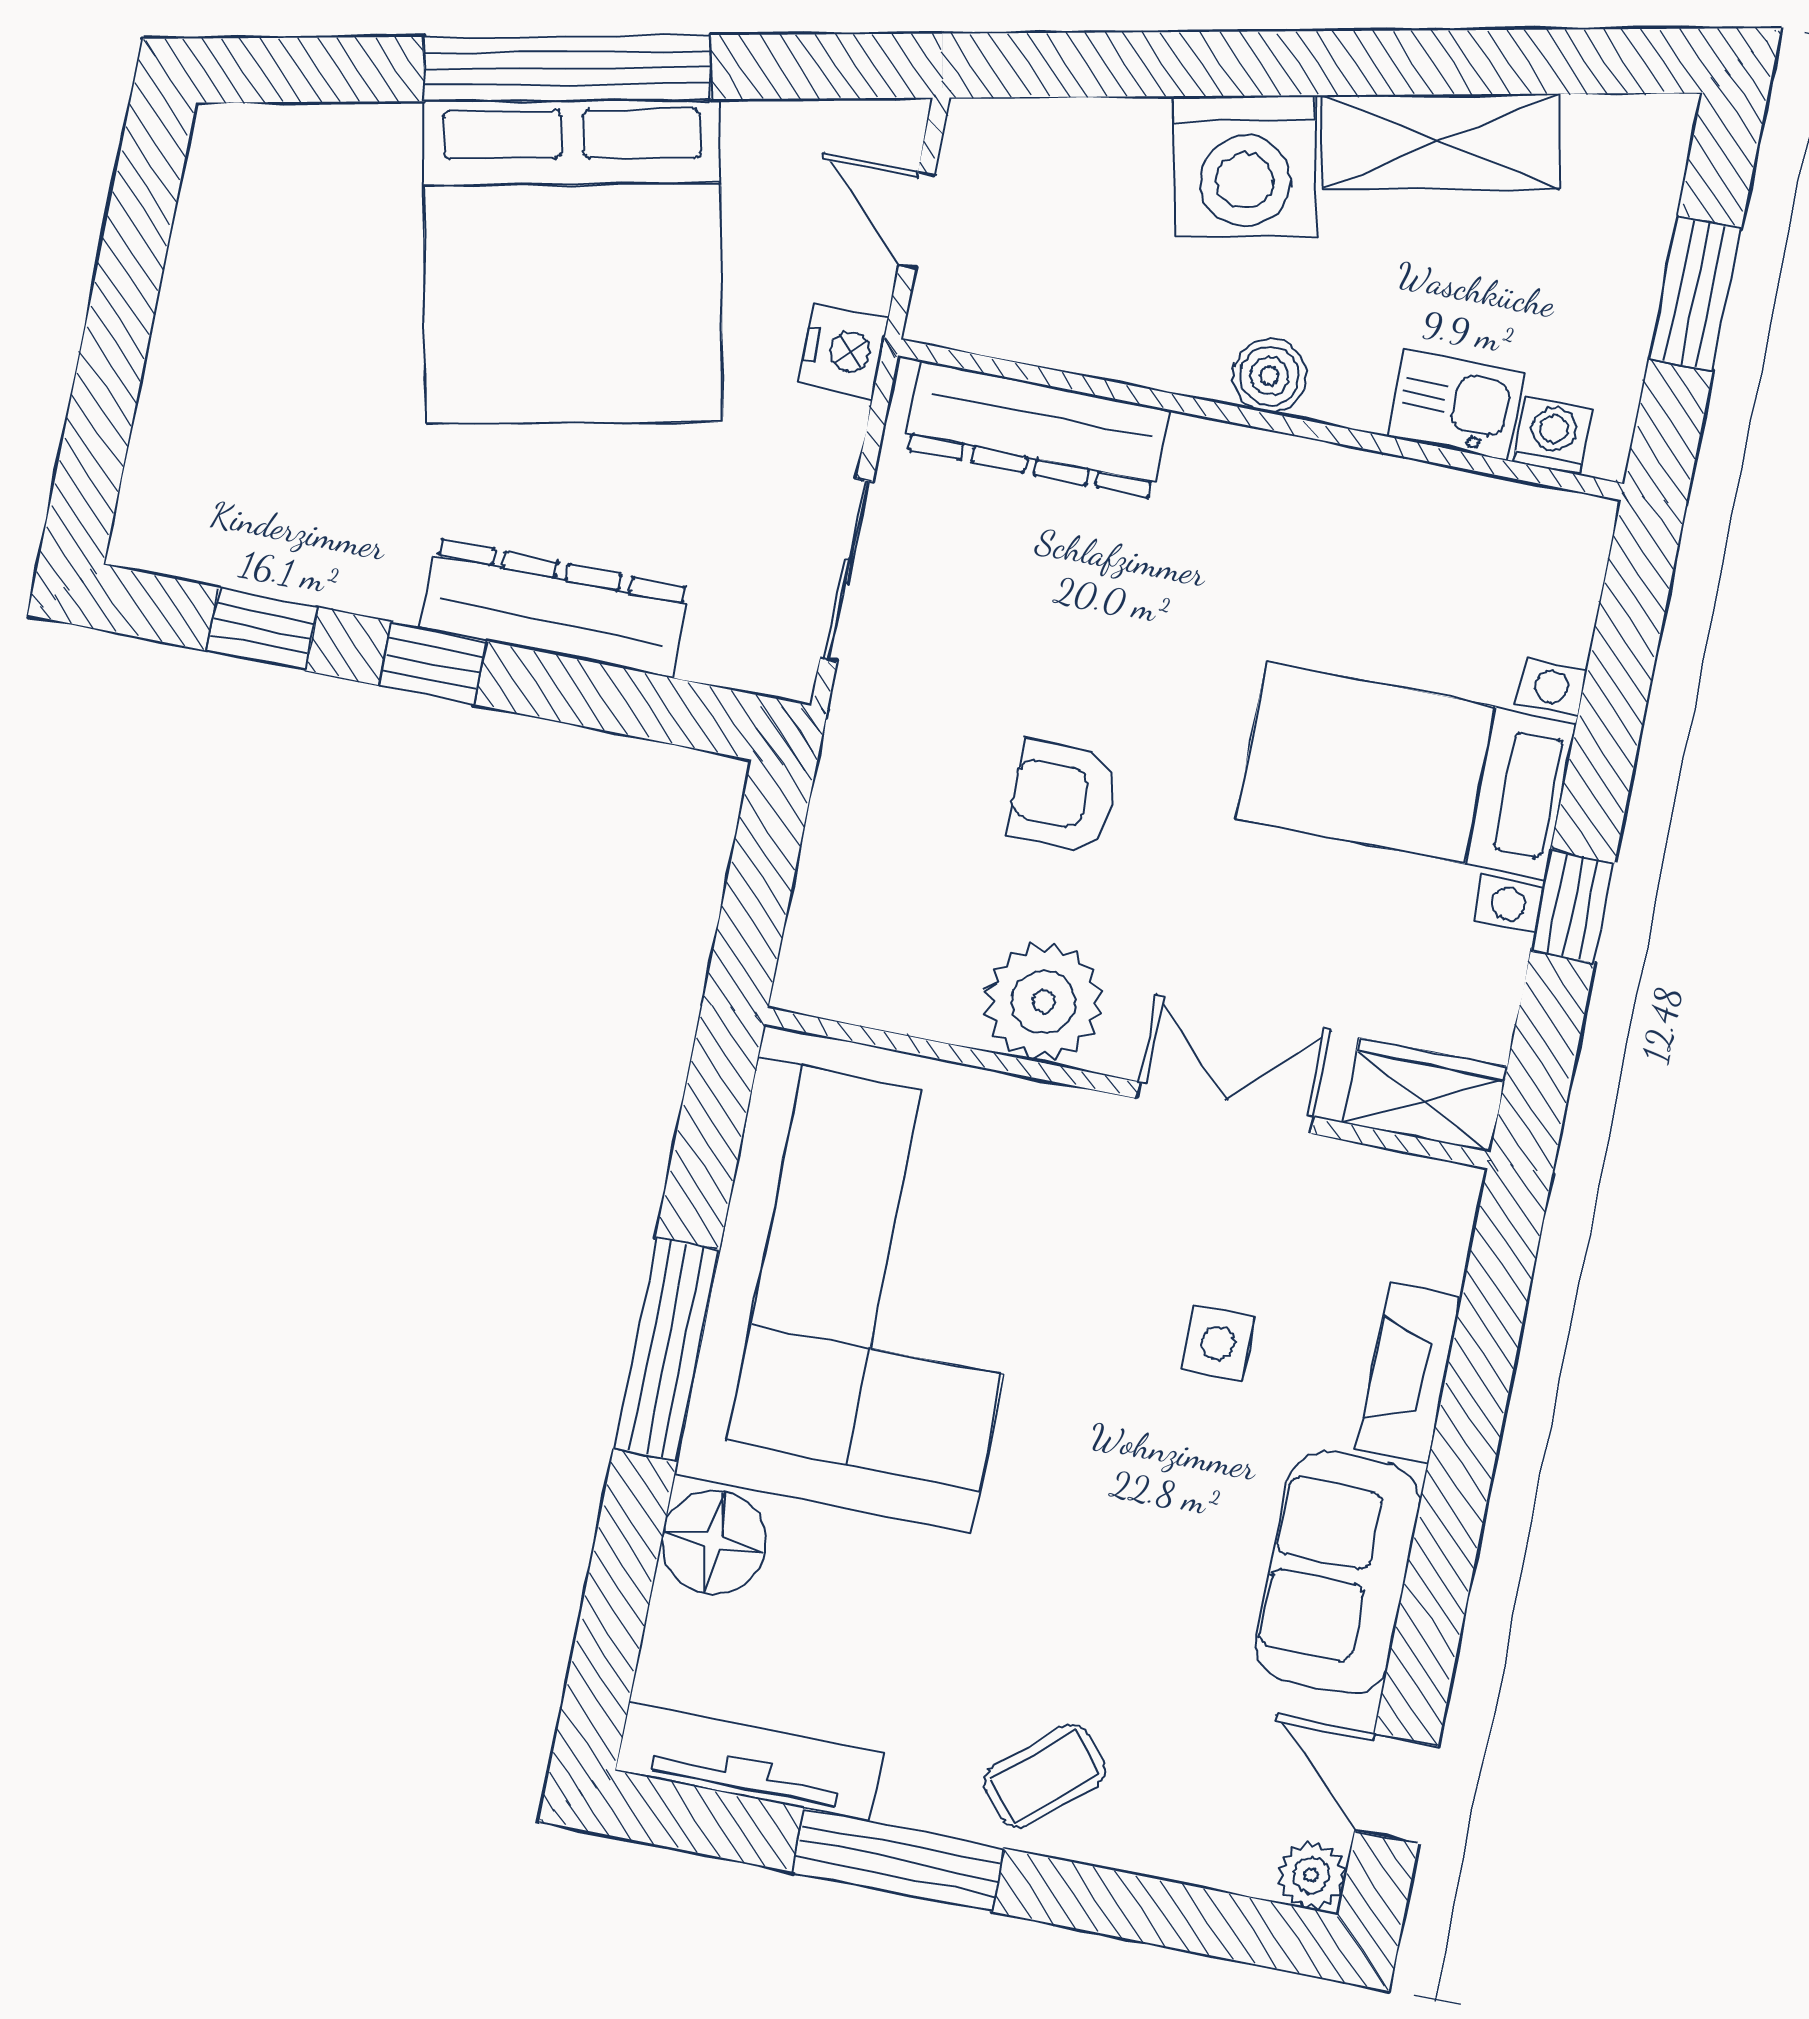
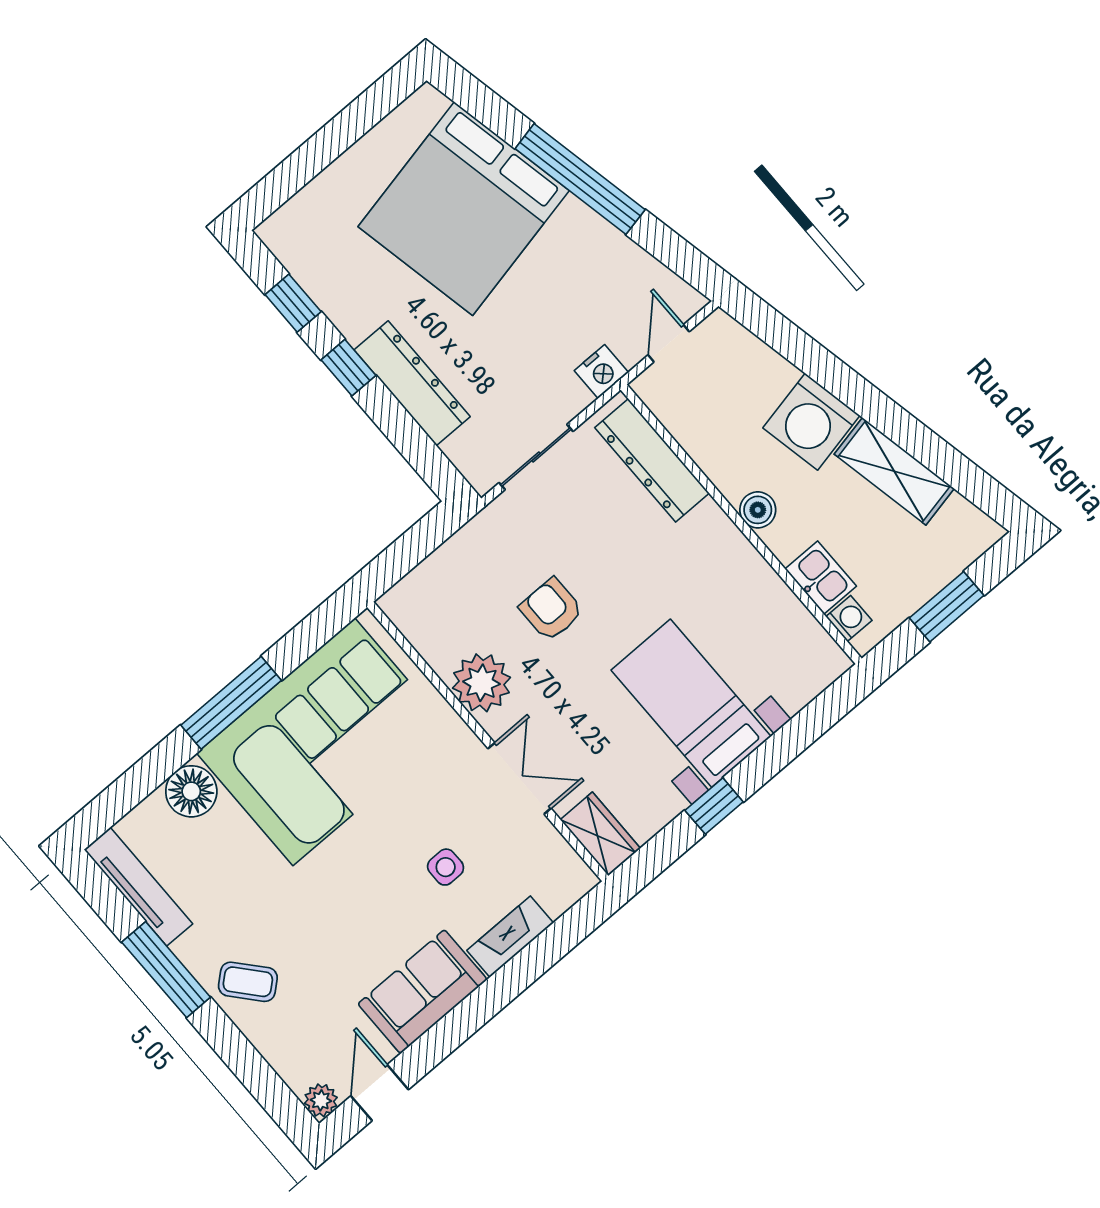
bed: (573, 261) -> (464, 209), moved

